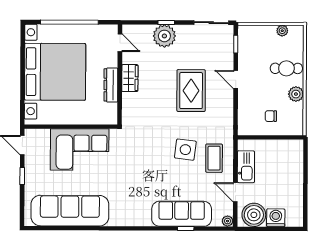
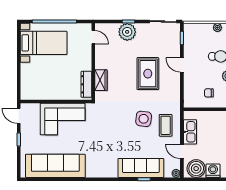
bed with nightstands: (55, 72) -> (44, 43), width x0.54
wardrobe: (130, 78) -> (101, 80), moved
dresser: (111, 85) -> (86, 84), moved

